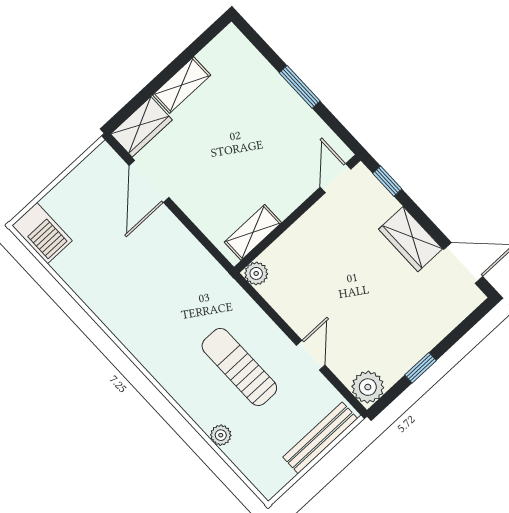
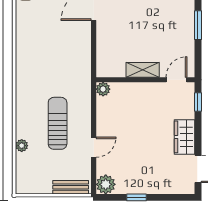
shelving: (253, 232) -> (143, 70), moved
bench: (320, 438) -> (71, 187), width x0.73

